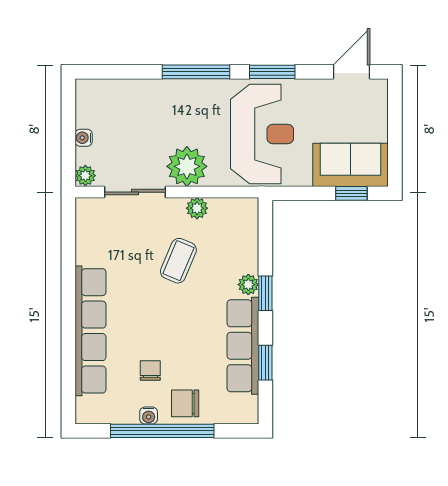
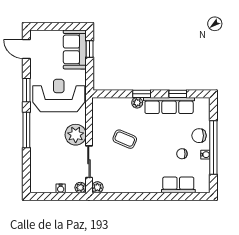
plant: (197, 208) -> (97, 187), moved
row of seats: (90, 331) -> (178, 185), width x0.50
chair: (185, 403) -> (199, 136), turned 90

